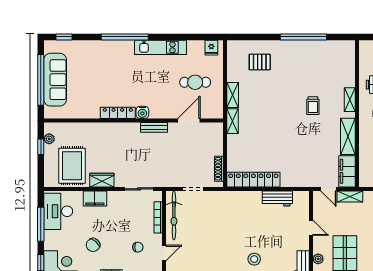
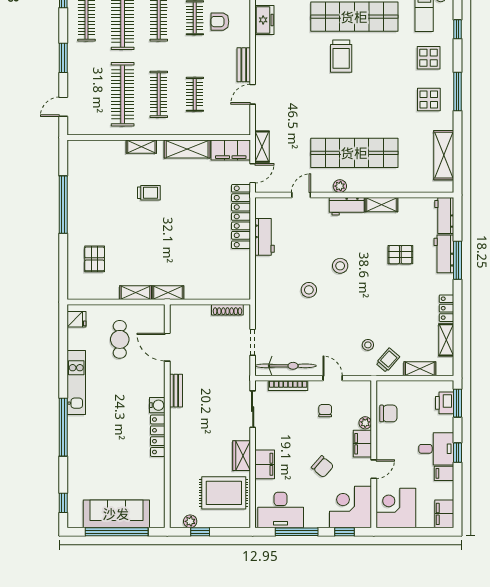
locker: (253, 180) -> (241, 217), moved
stool: (235, 234) -> (309, 290), added

